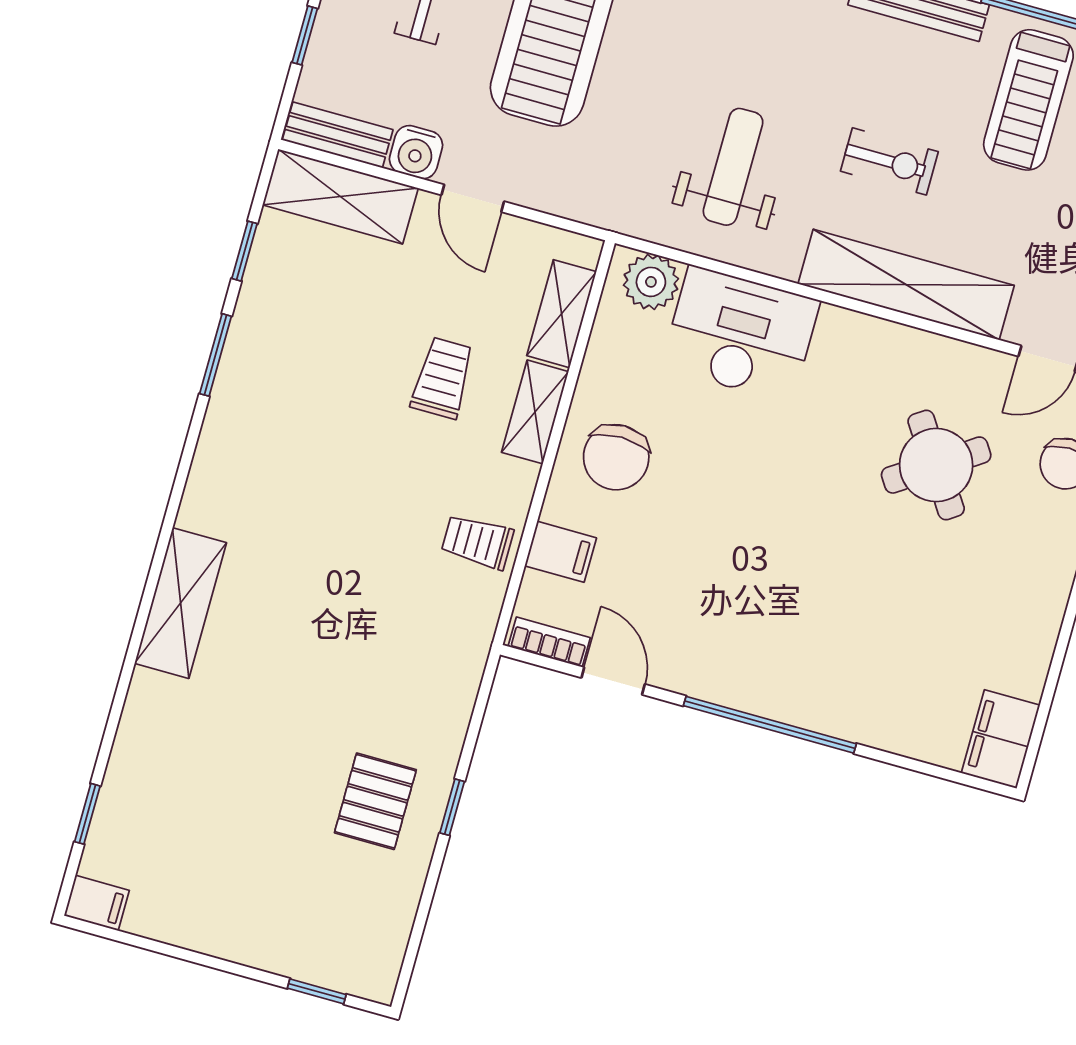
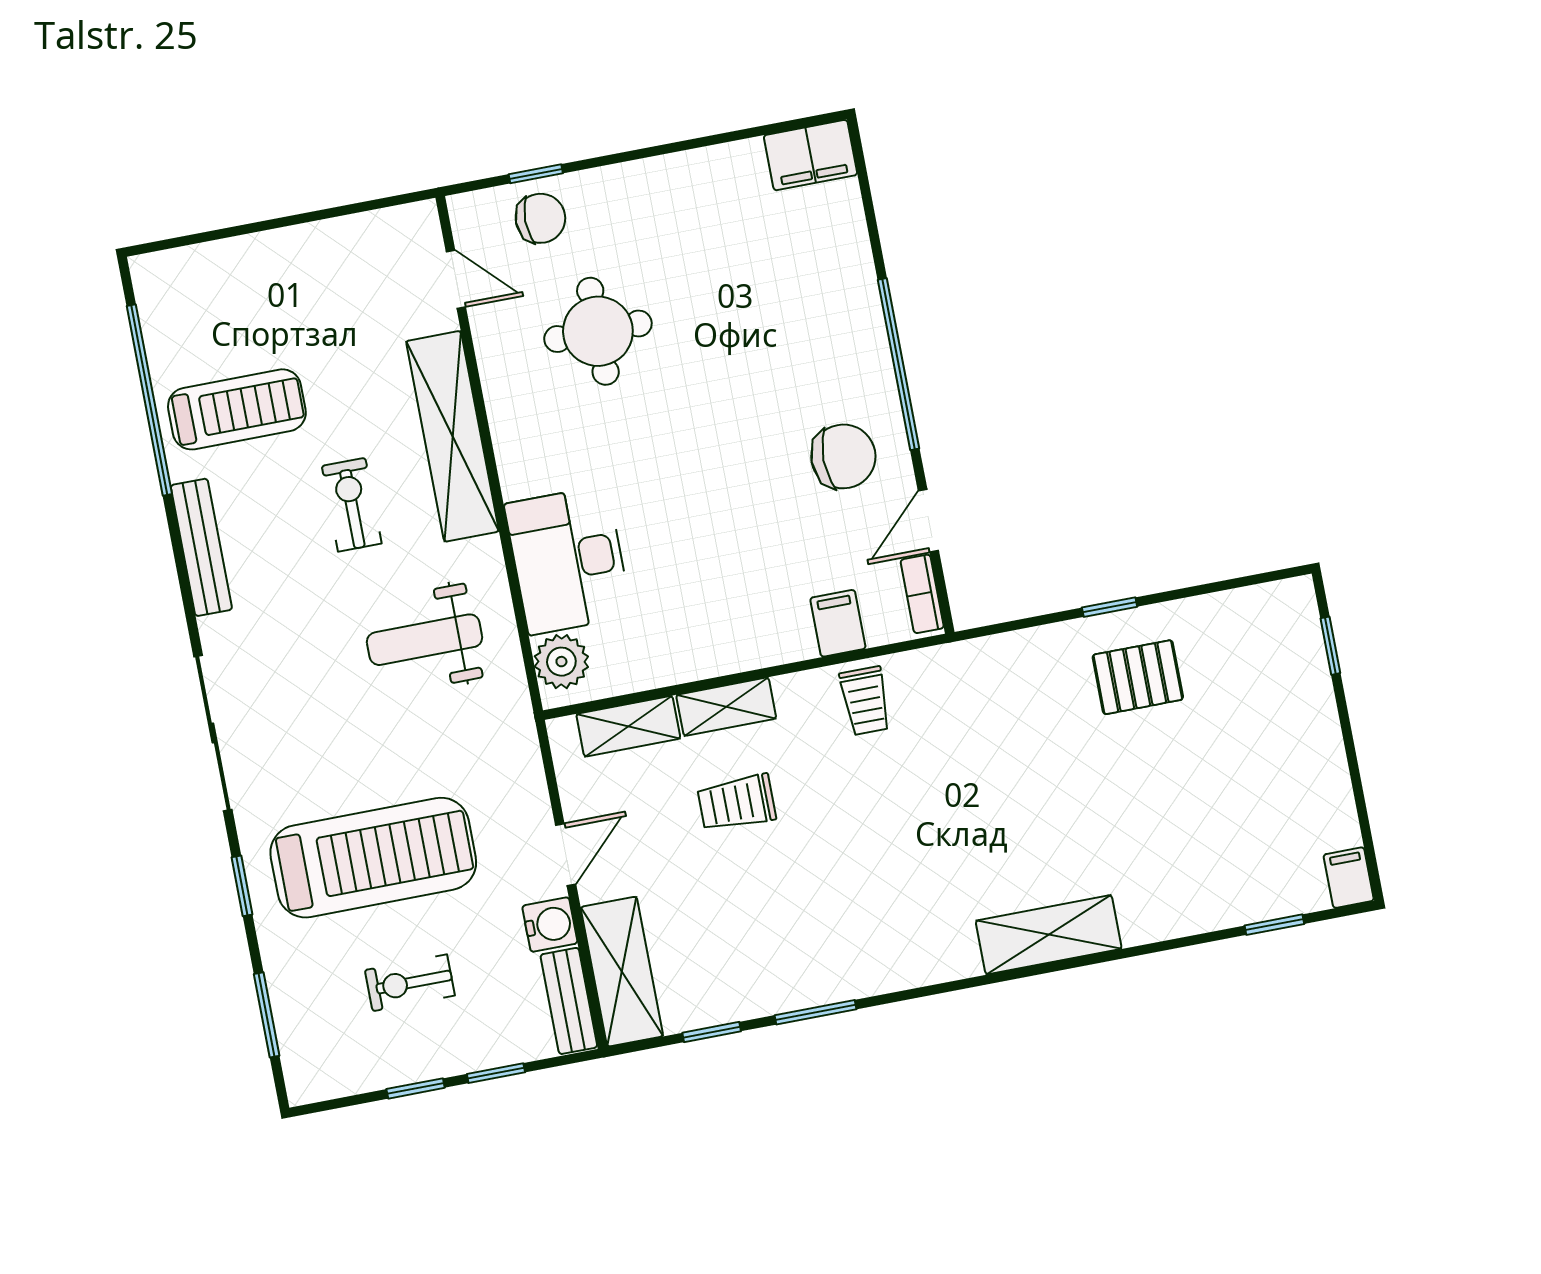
chair: (616, 457) -> (843, 456), moved
round table: (936, 465) -> (598, 331), turned 34

